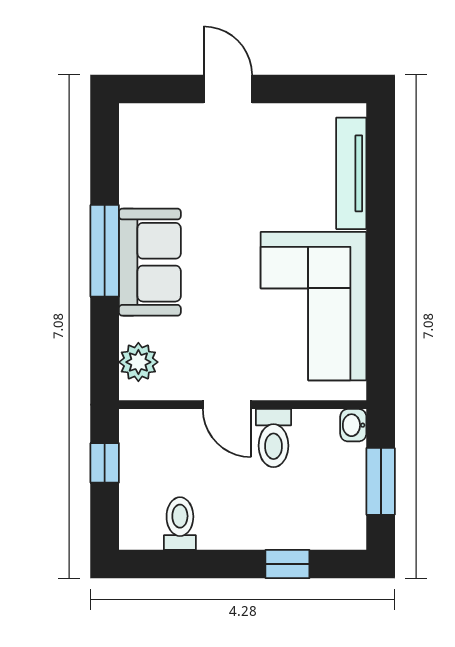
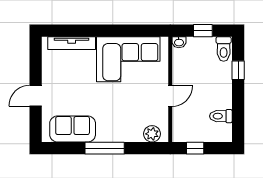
sofa: (150, 262) -> (73, 129), moved
toilet: (273, 438) -> (224, 49), moved, turned 90
window: (381, 481) -> (203, 31), width x0.67

